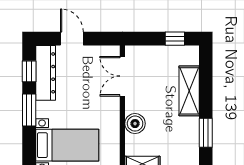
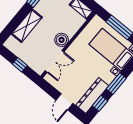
window: (175, 39) -> (20, 65), moved
boiler: (135, 124) -> (62, 40), moved

